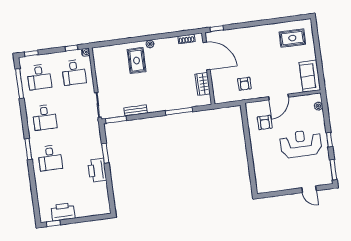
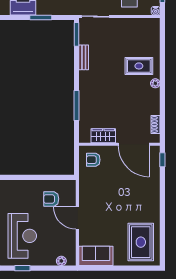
rug: (292, 38) -> (141, 242), width x1.36, depth x1.43
door: (207, 56) -> (134, 144), hinge flipped
armchair: (244, 84) -> (93, 160), moved

